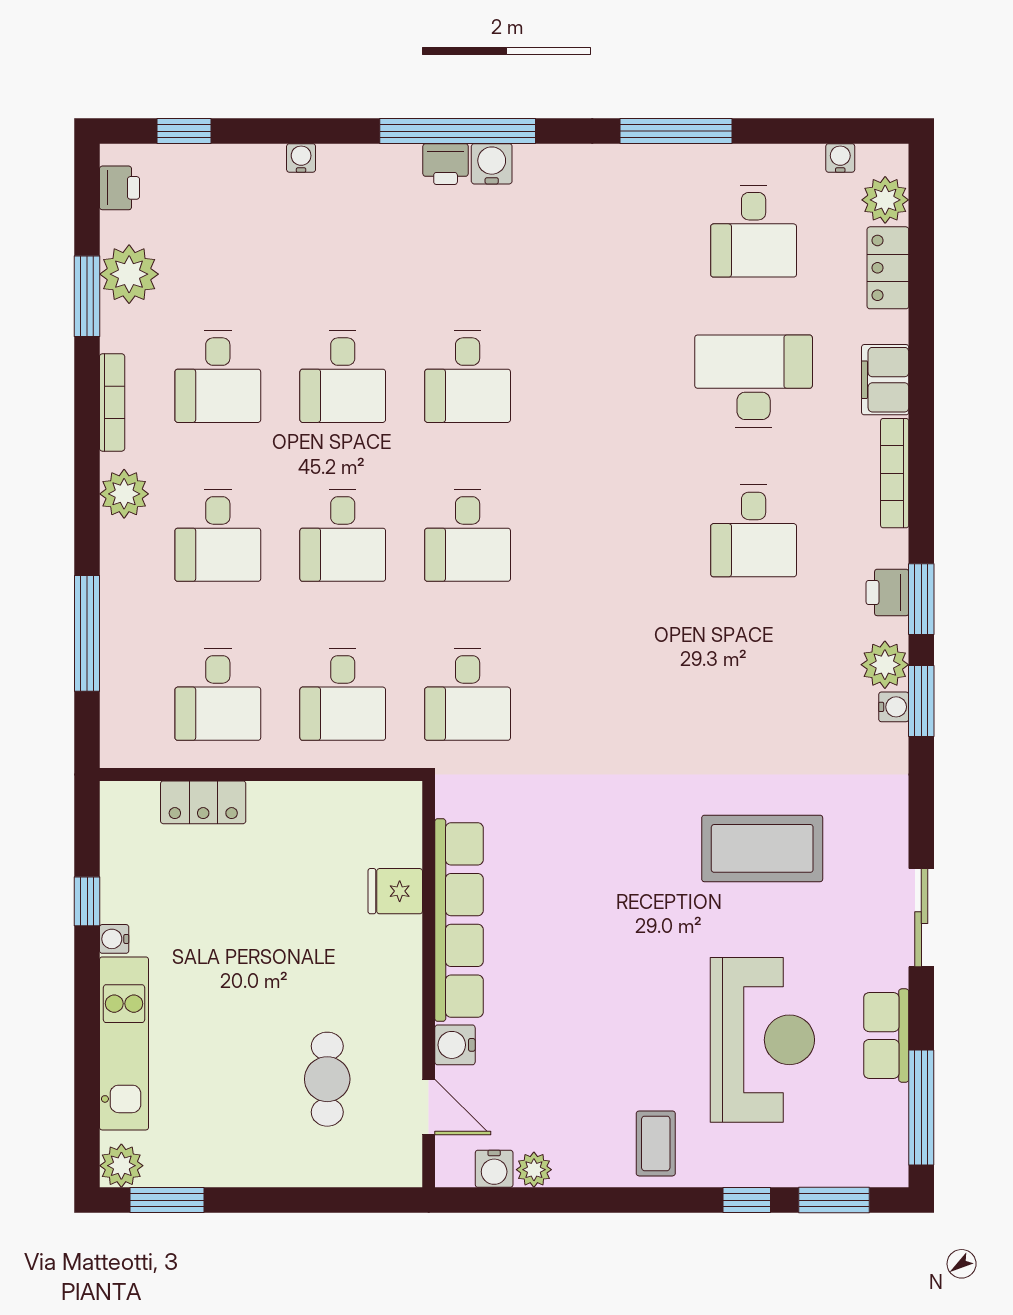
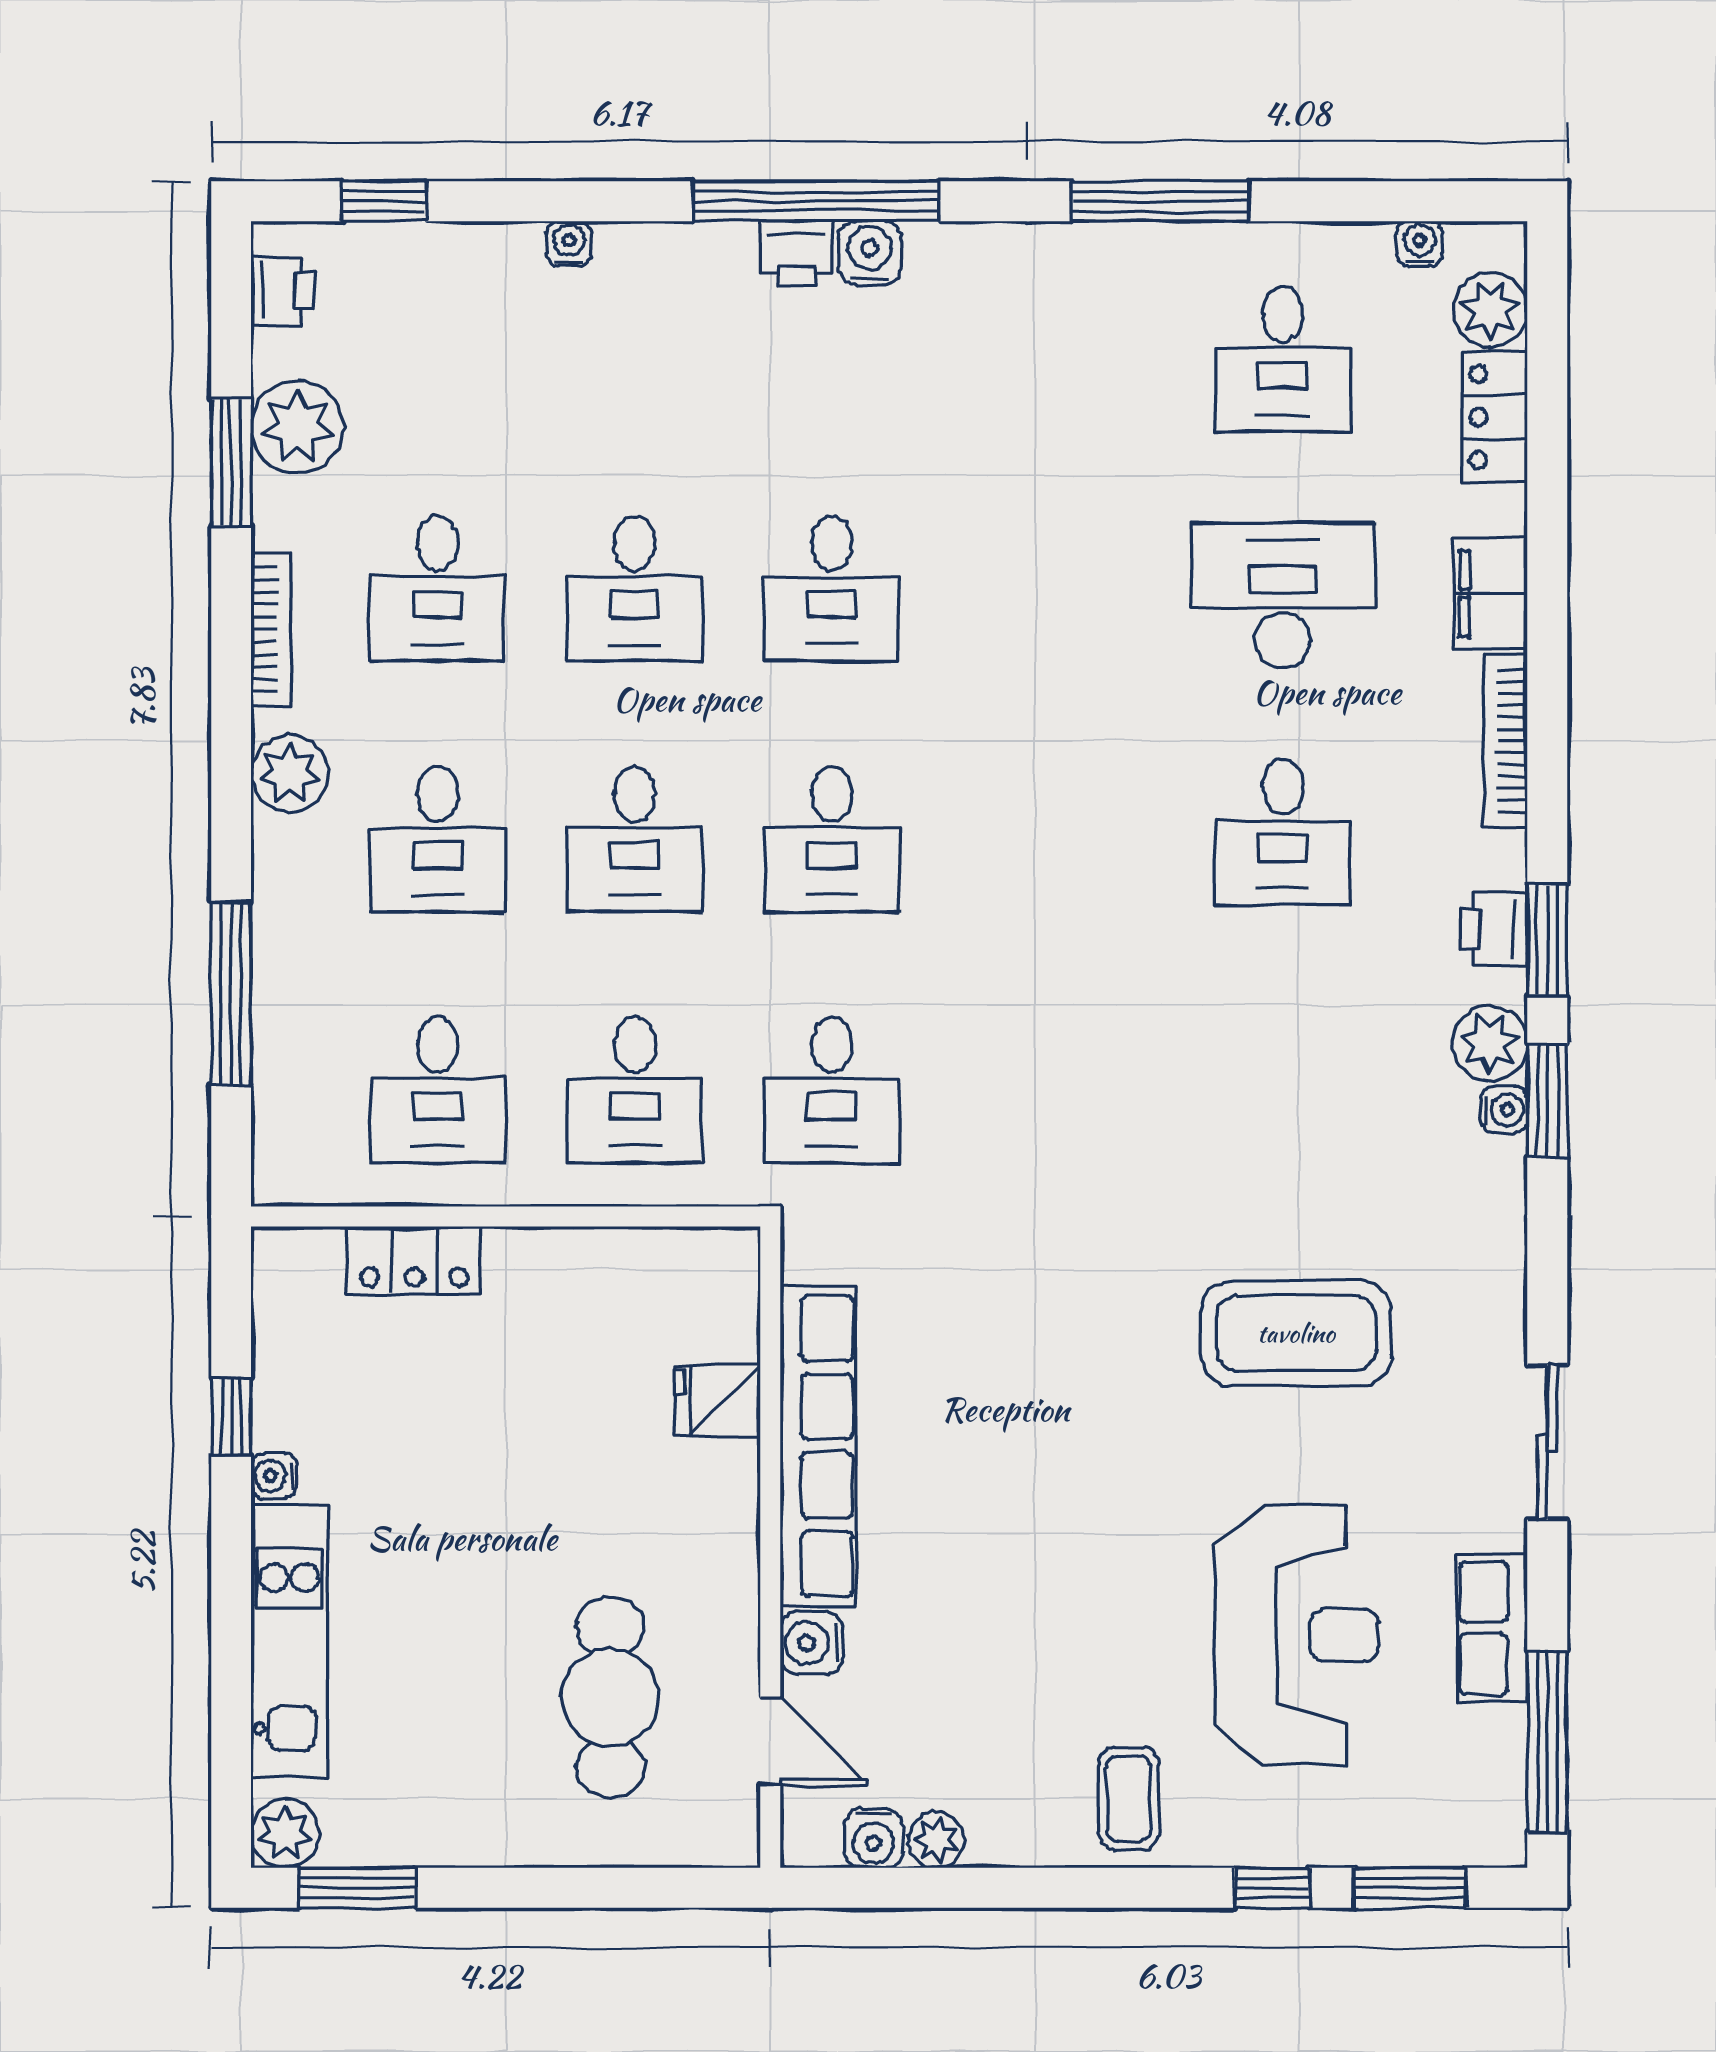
cafe table: (327, 1079) -> (610, 1697), width x1.37, depth x1.35

